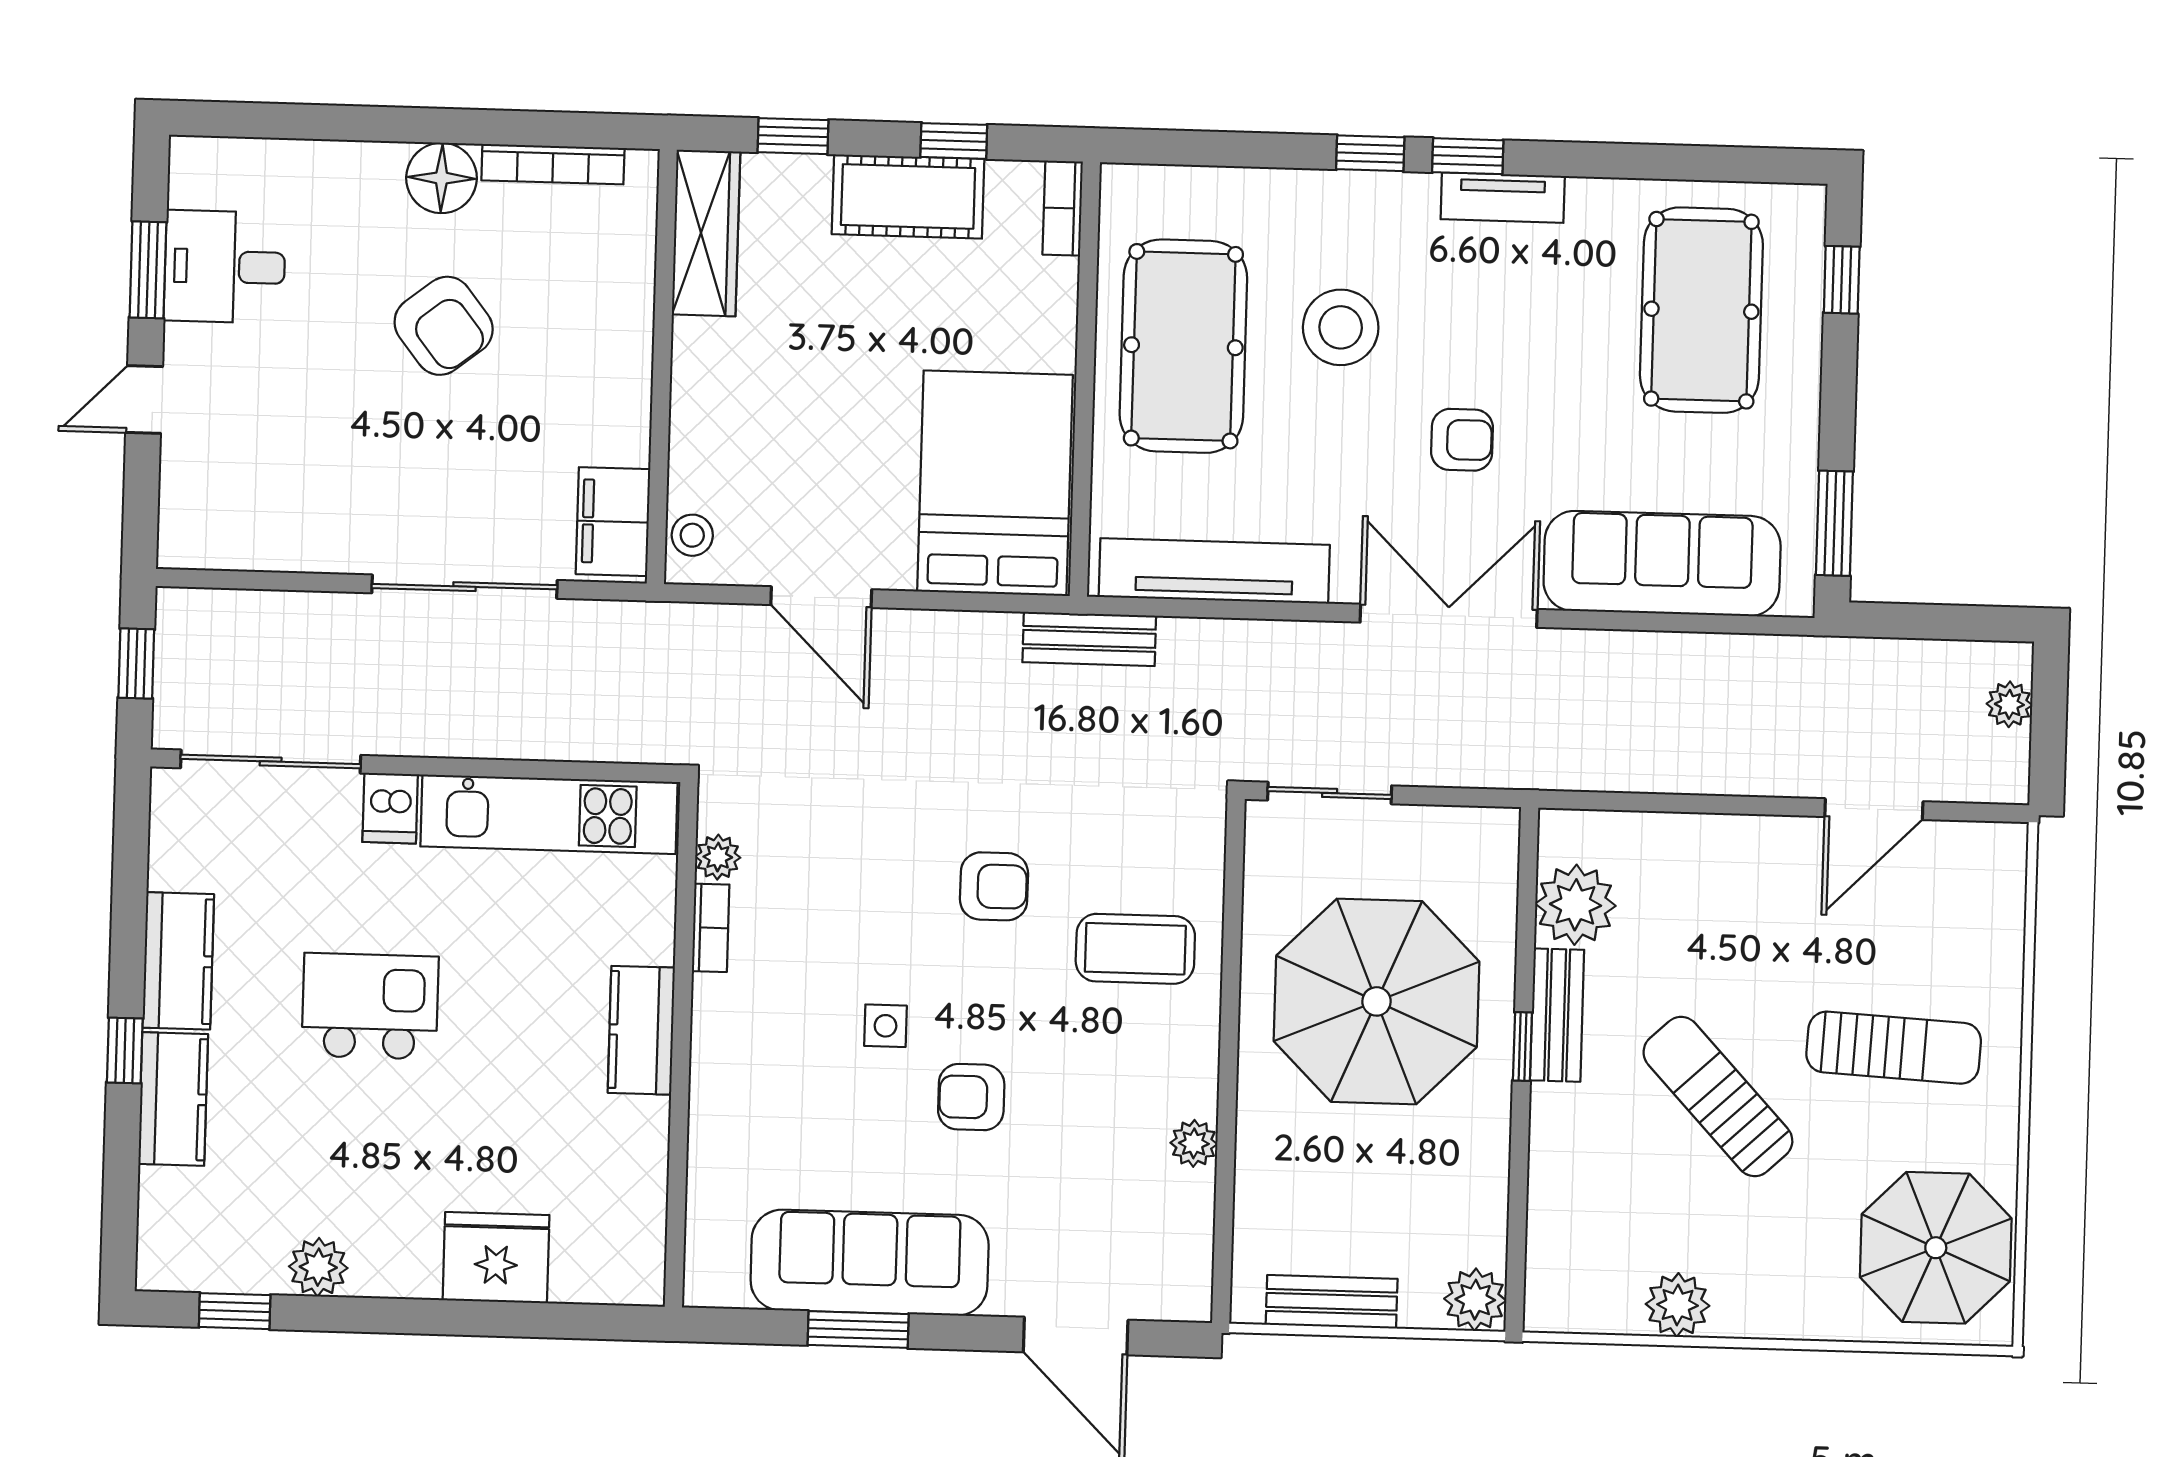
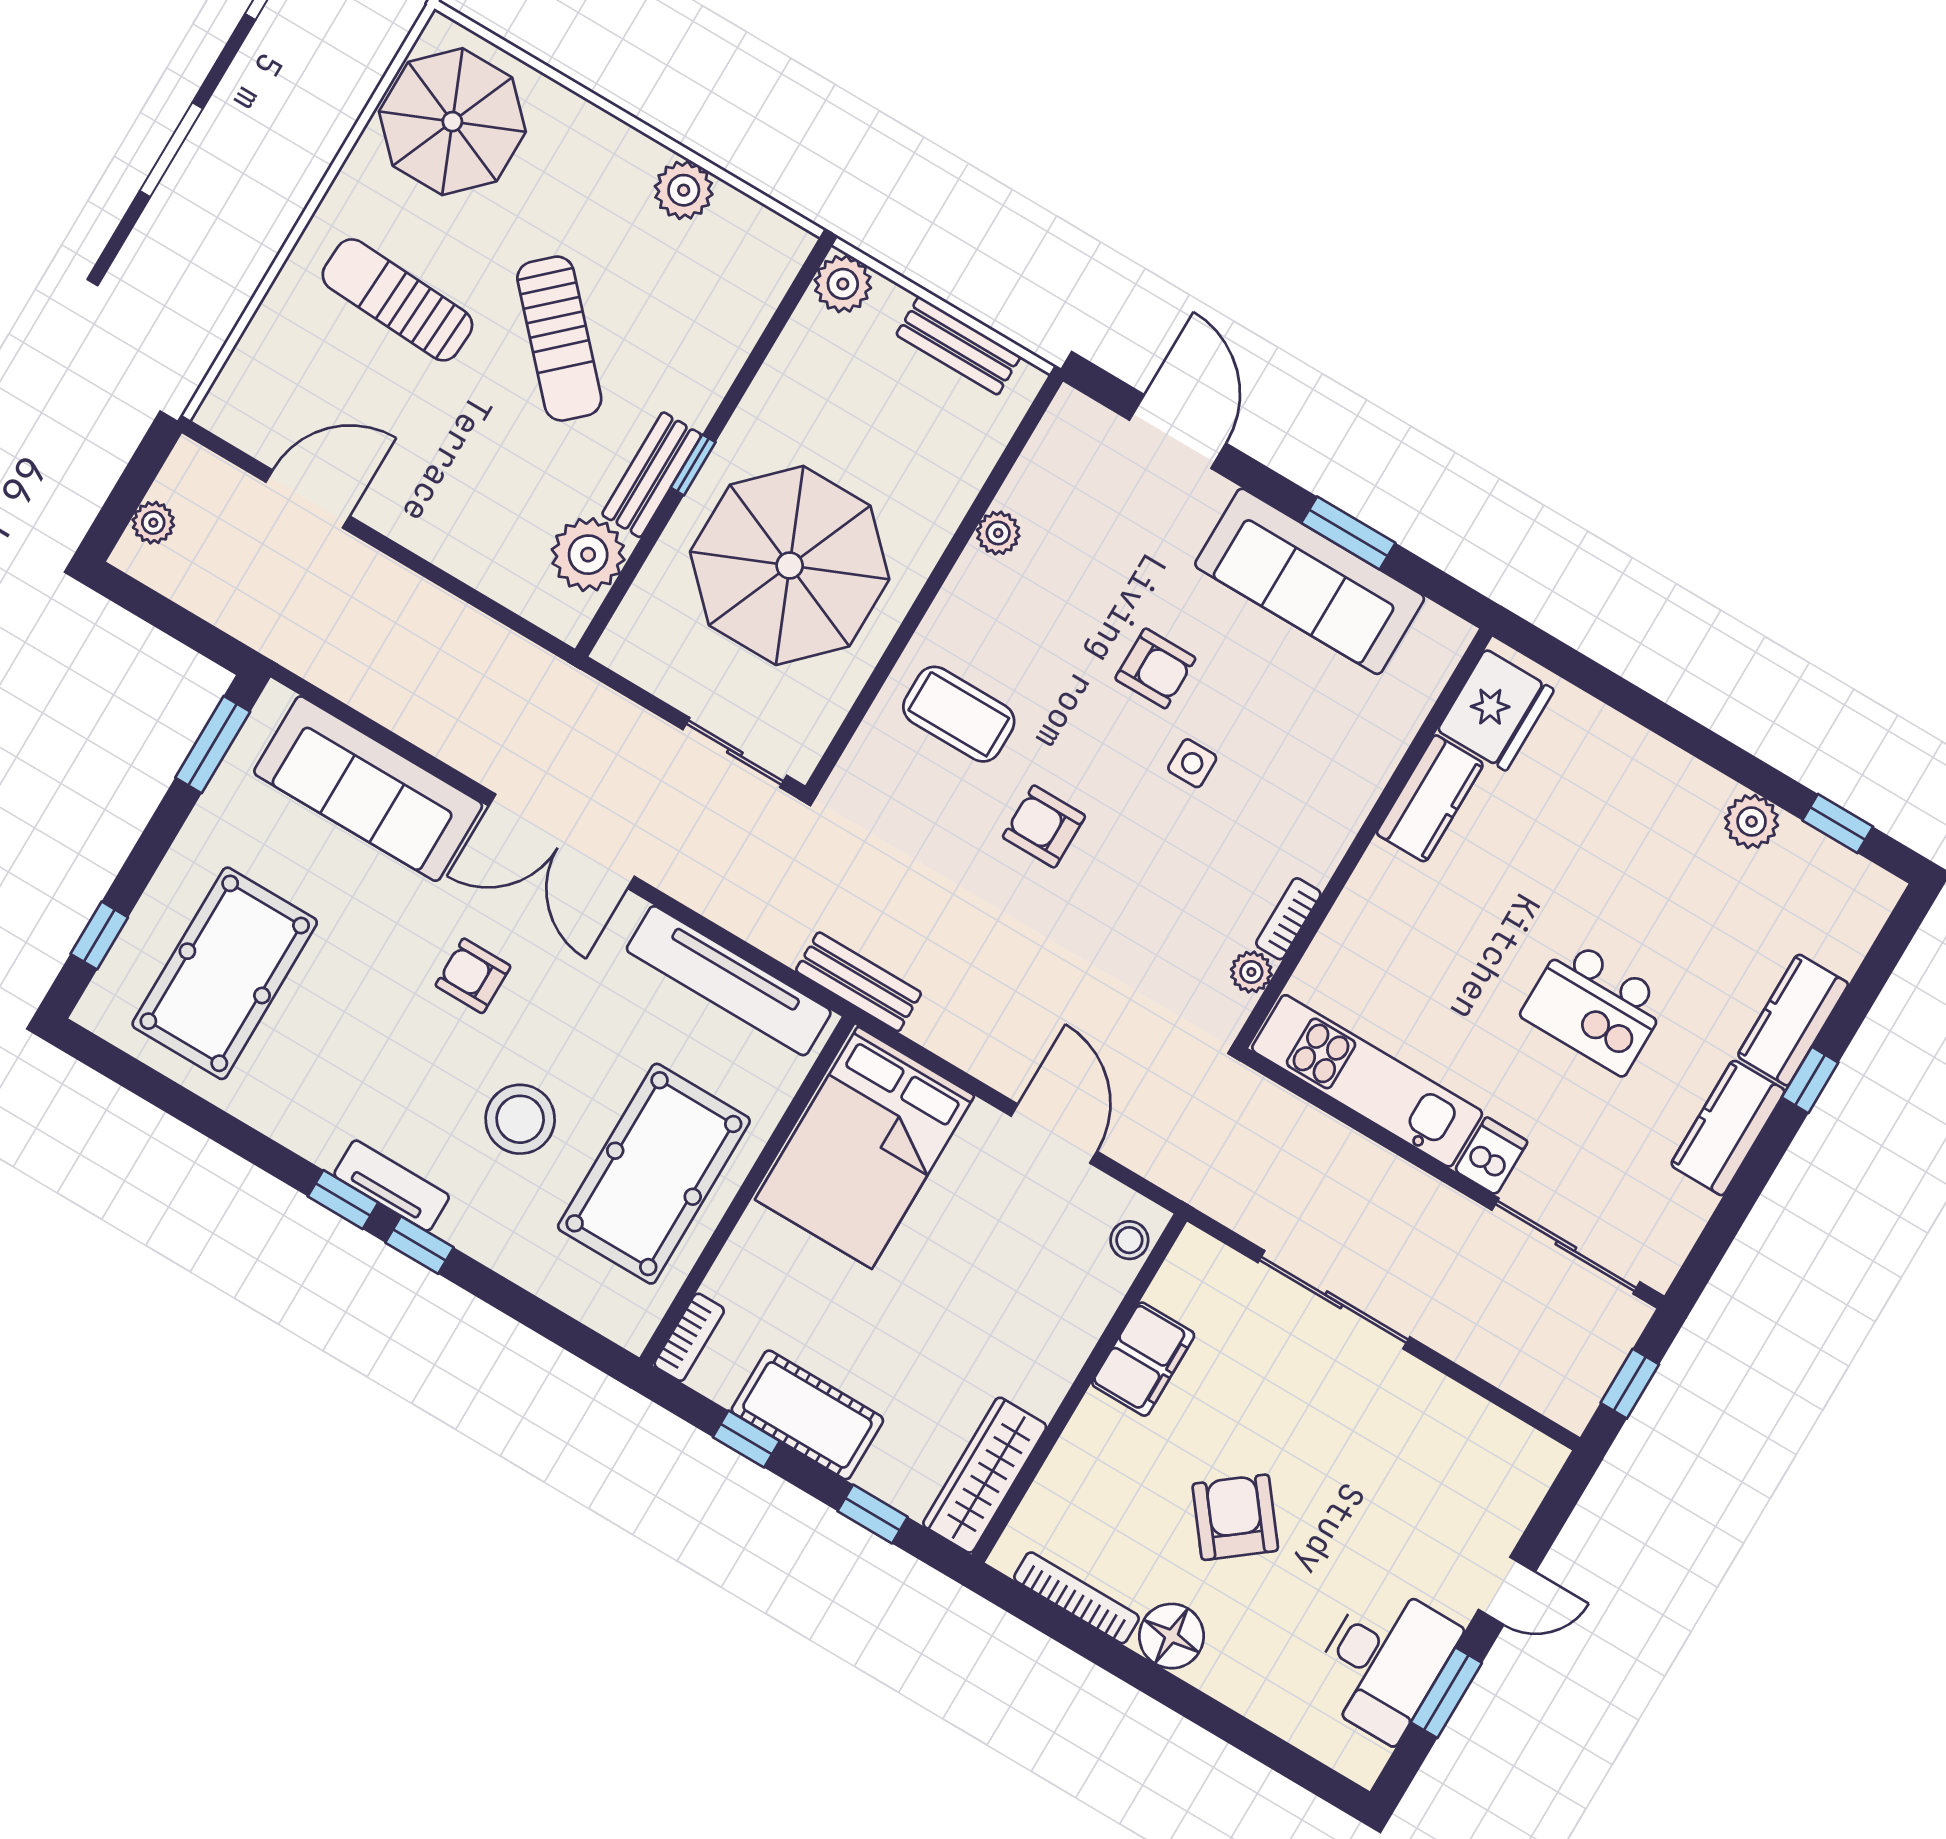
tv unit: (1503, 198) -> (392, 1186), moved
desk: (225, 267) -> (1384, 1661), width x1.37
filing cabinet: (613, 522) -> (1143, 1359), moved
kitchen counter: (641, 1030) -> (1430, 799), moved
fridge: (496, 1258) -> (1496, 710), moved, turned -90

